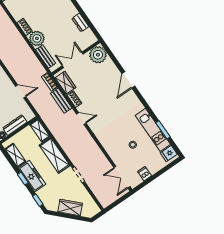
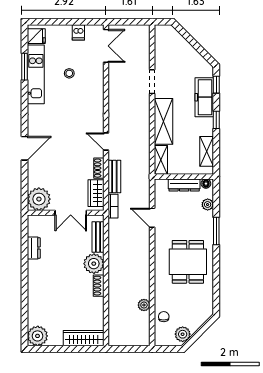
freezer: (32, 176) -> (204, 97), moved
wardrobe: (70, 208) -> (186, 52), removed

